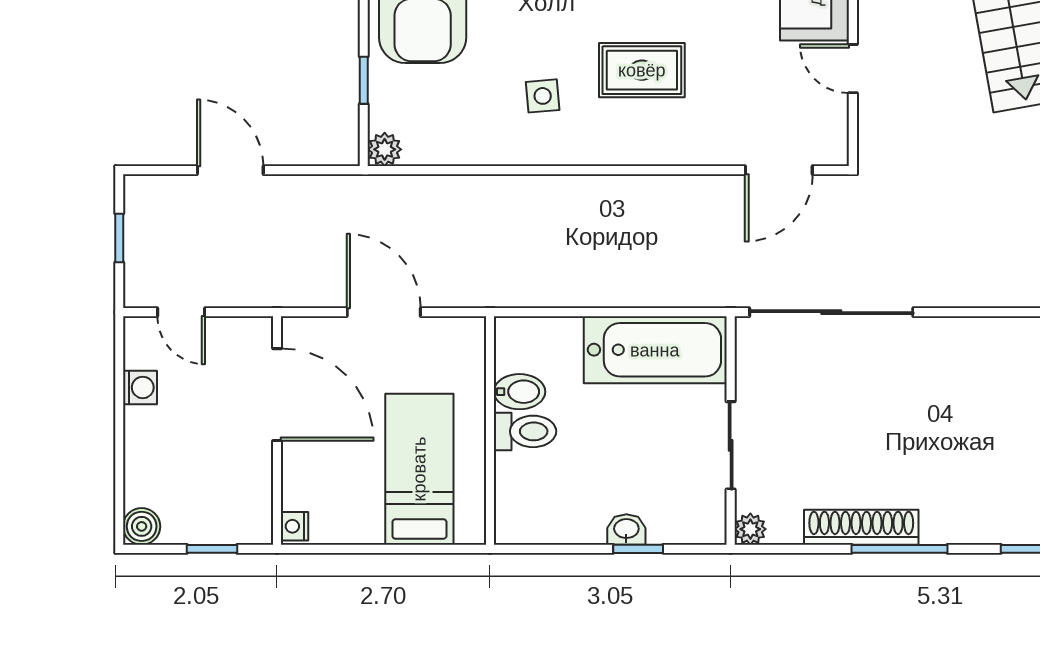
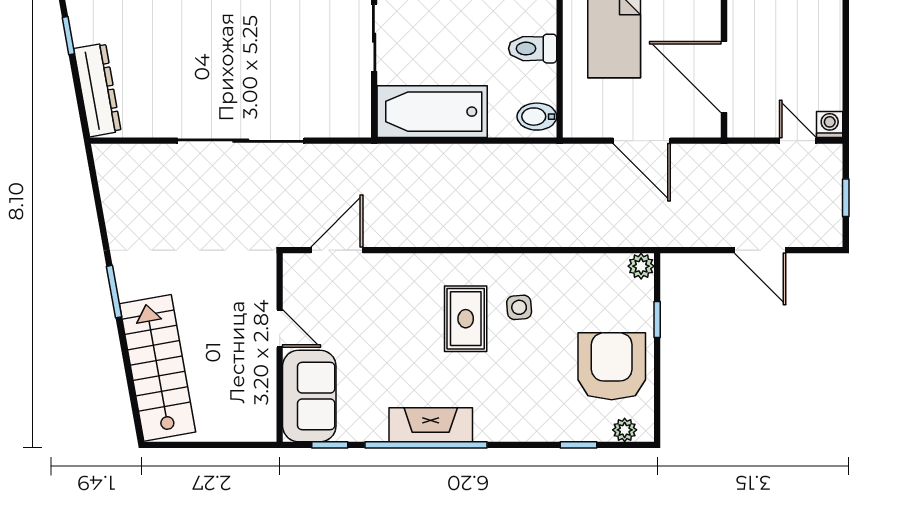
rug: (642, 70) -> (466, 319), moved, turned 90
sliding door: (831, 312) -> (241, 141), moved
washing machine: (140, 387) -> (830, 125), moved, turned 90
bidet: (520, 392) -> (537, 117), moved

